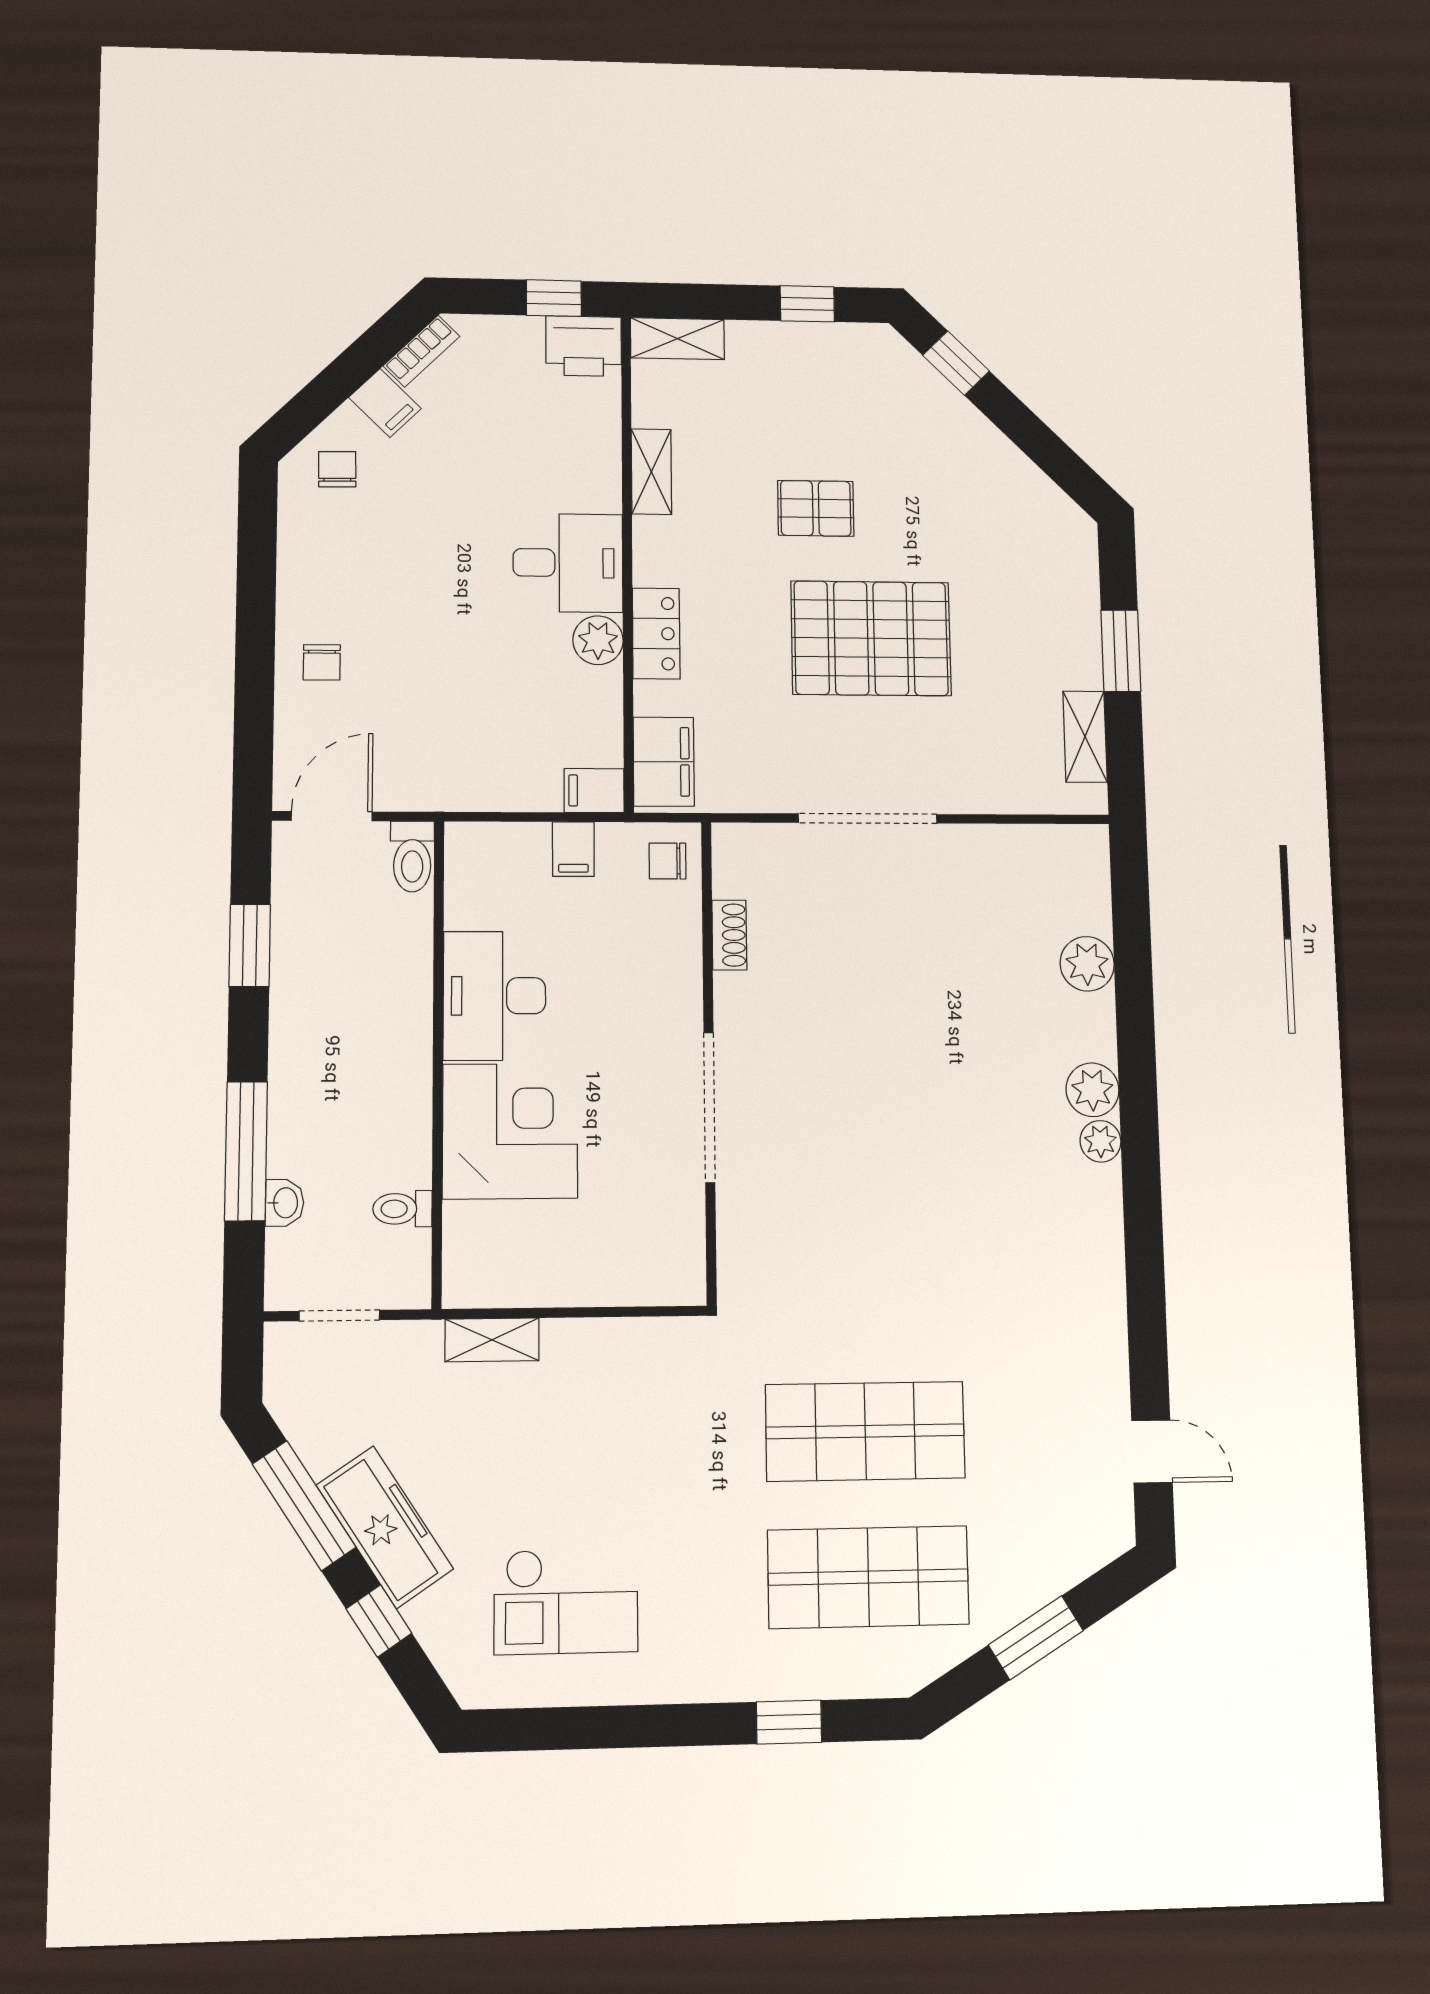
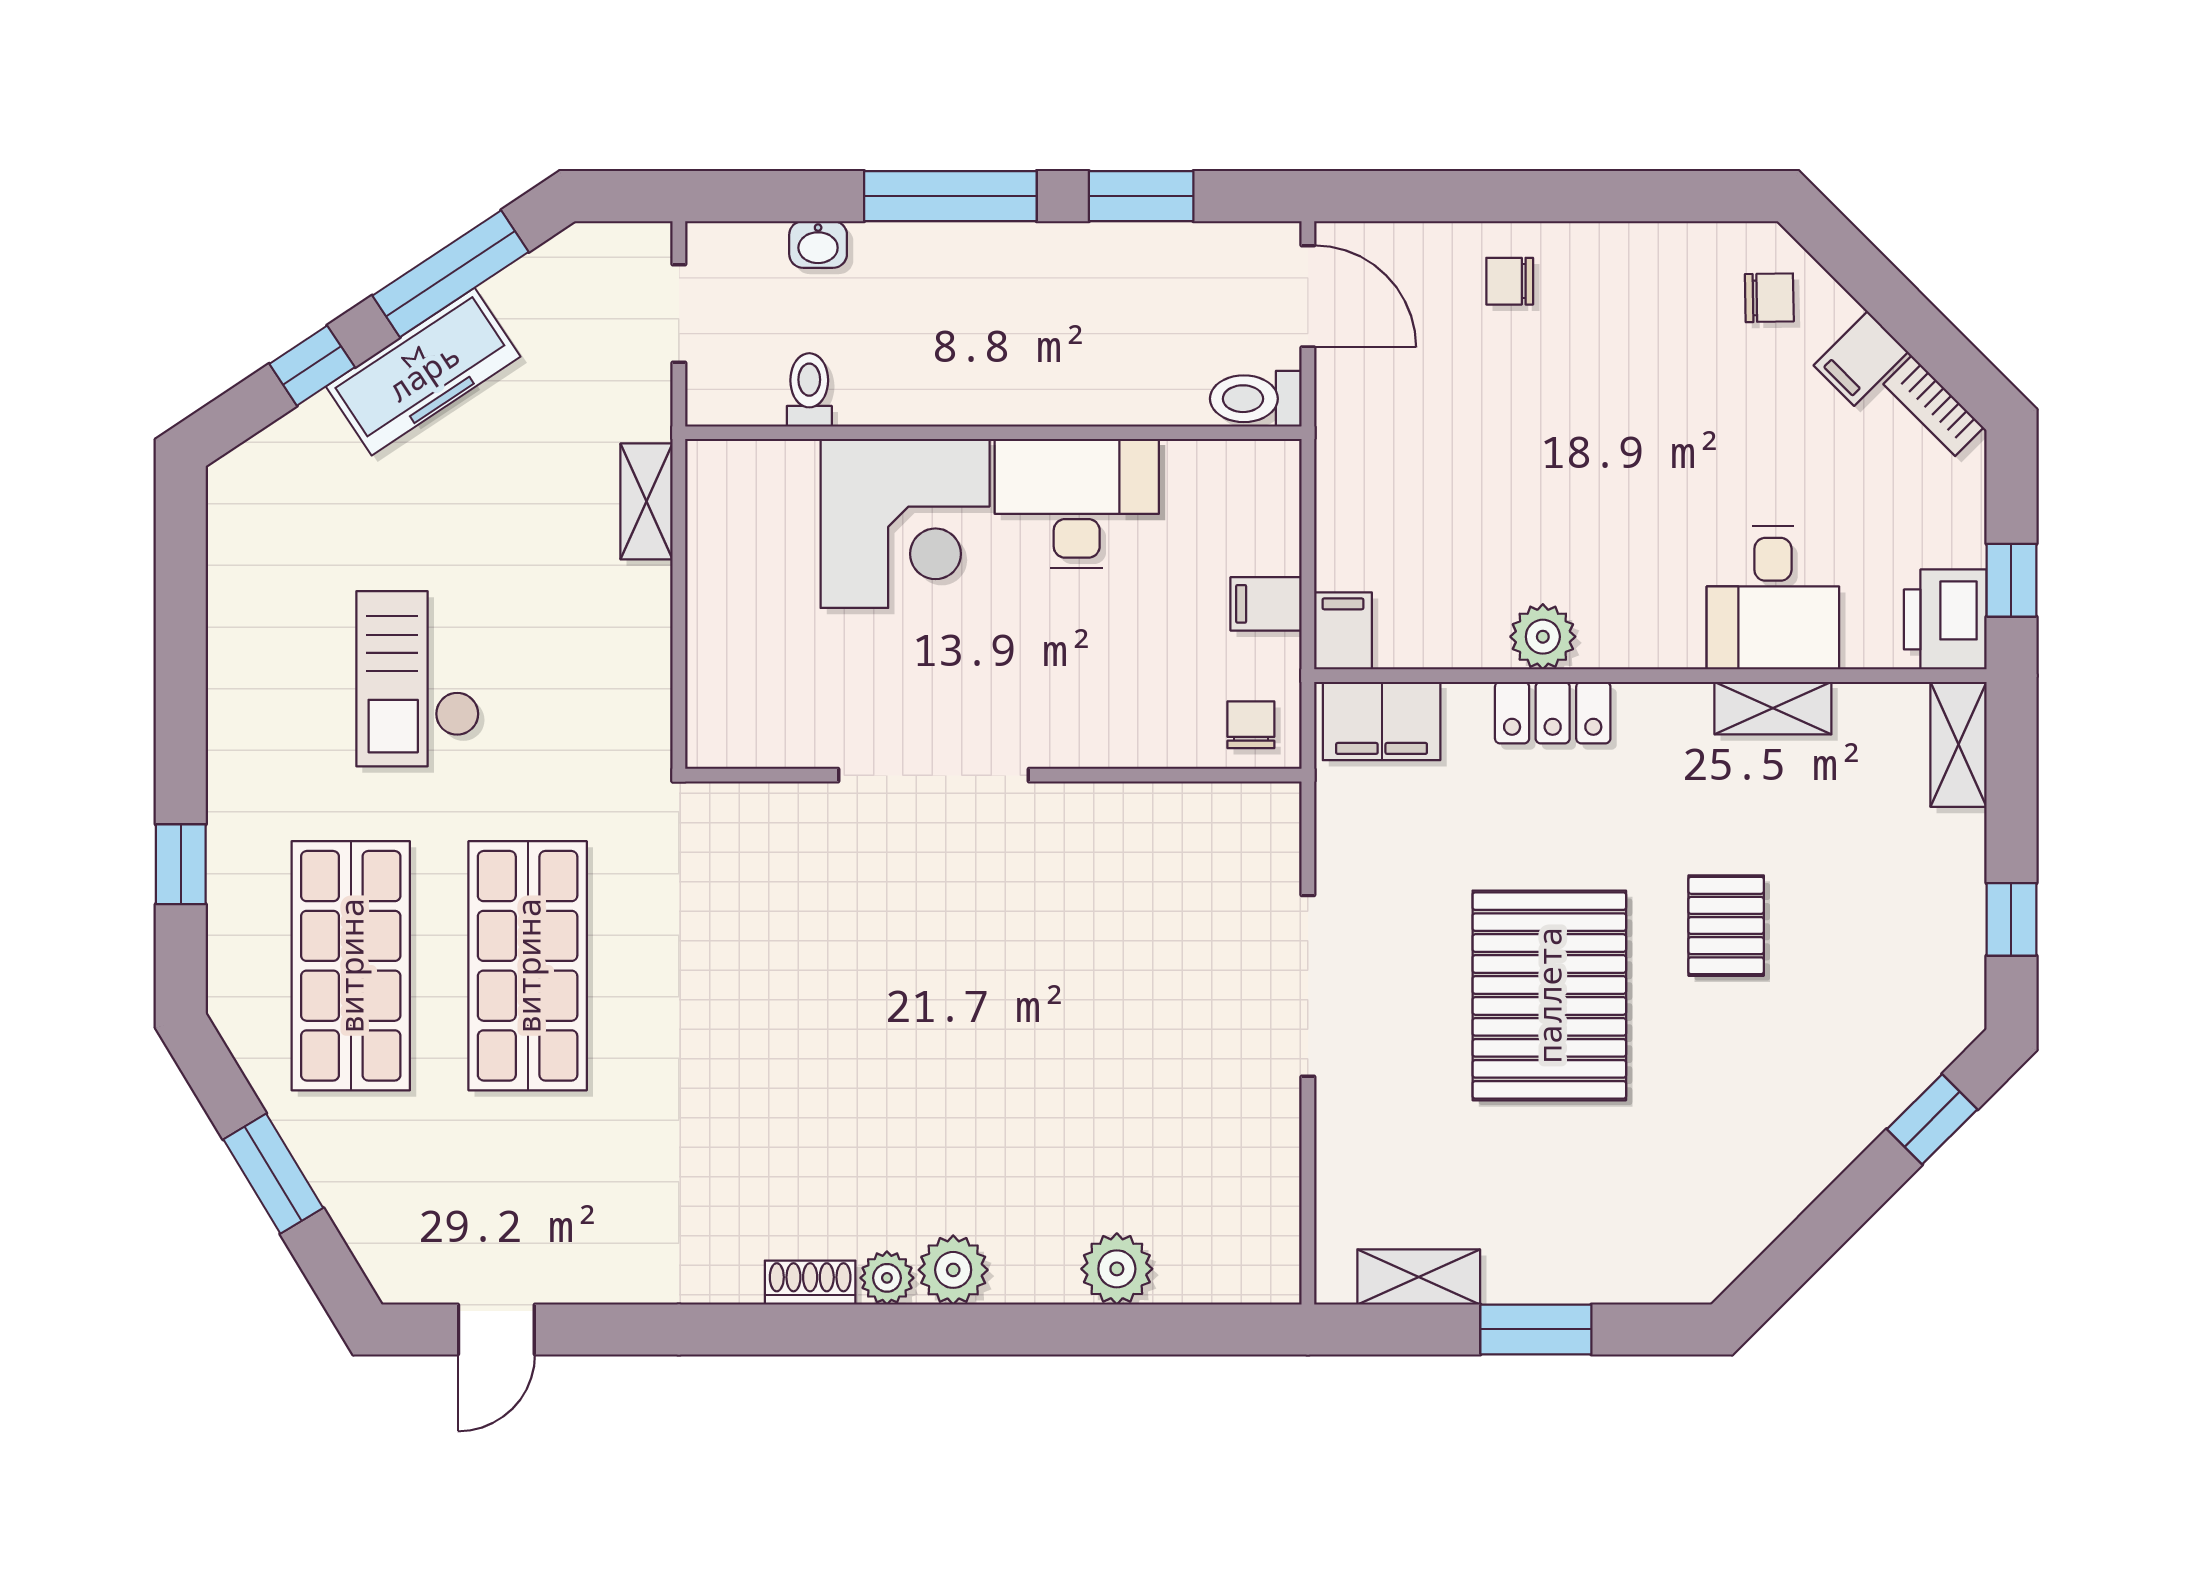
desk: (568, 563) -> (1773, 598), moved
shoe rack: (729, 935) -> (810, 1283), moved, turned 180
window: (246, 1151) -> (950, 196), moved
checkout: (566, 1601) -> (418, 679), moved

